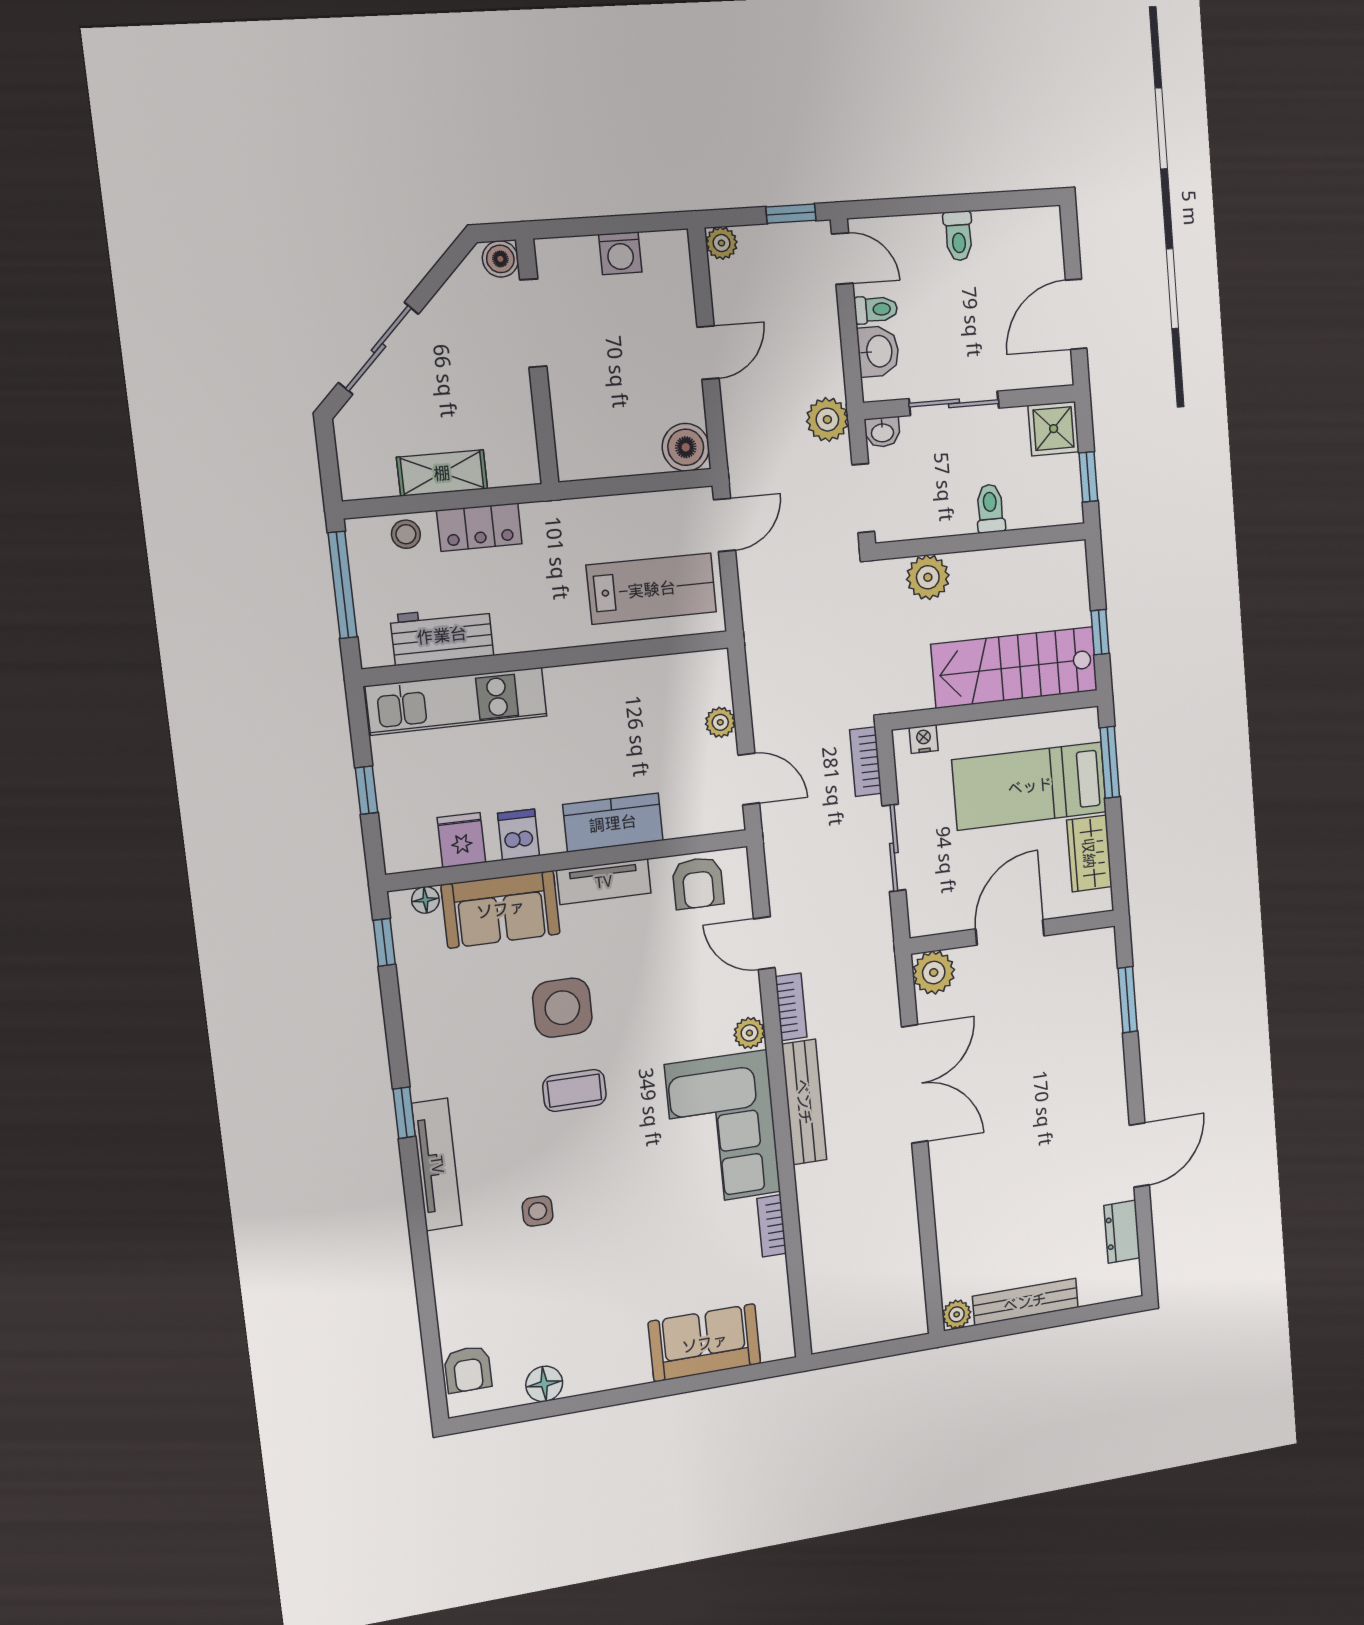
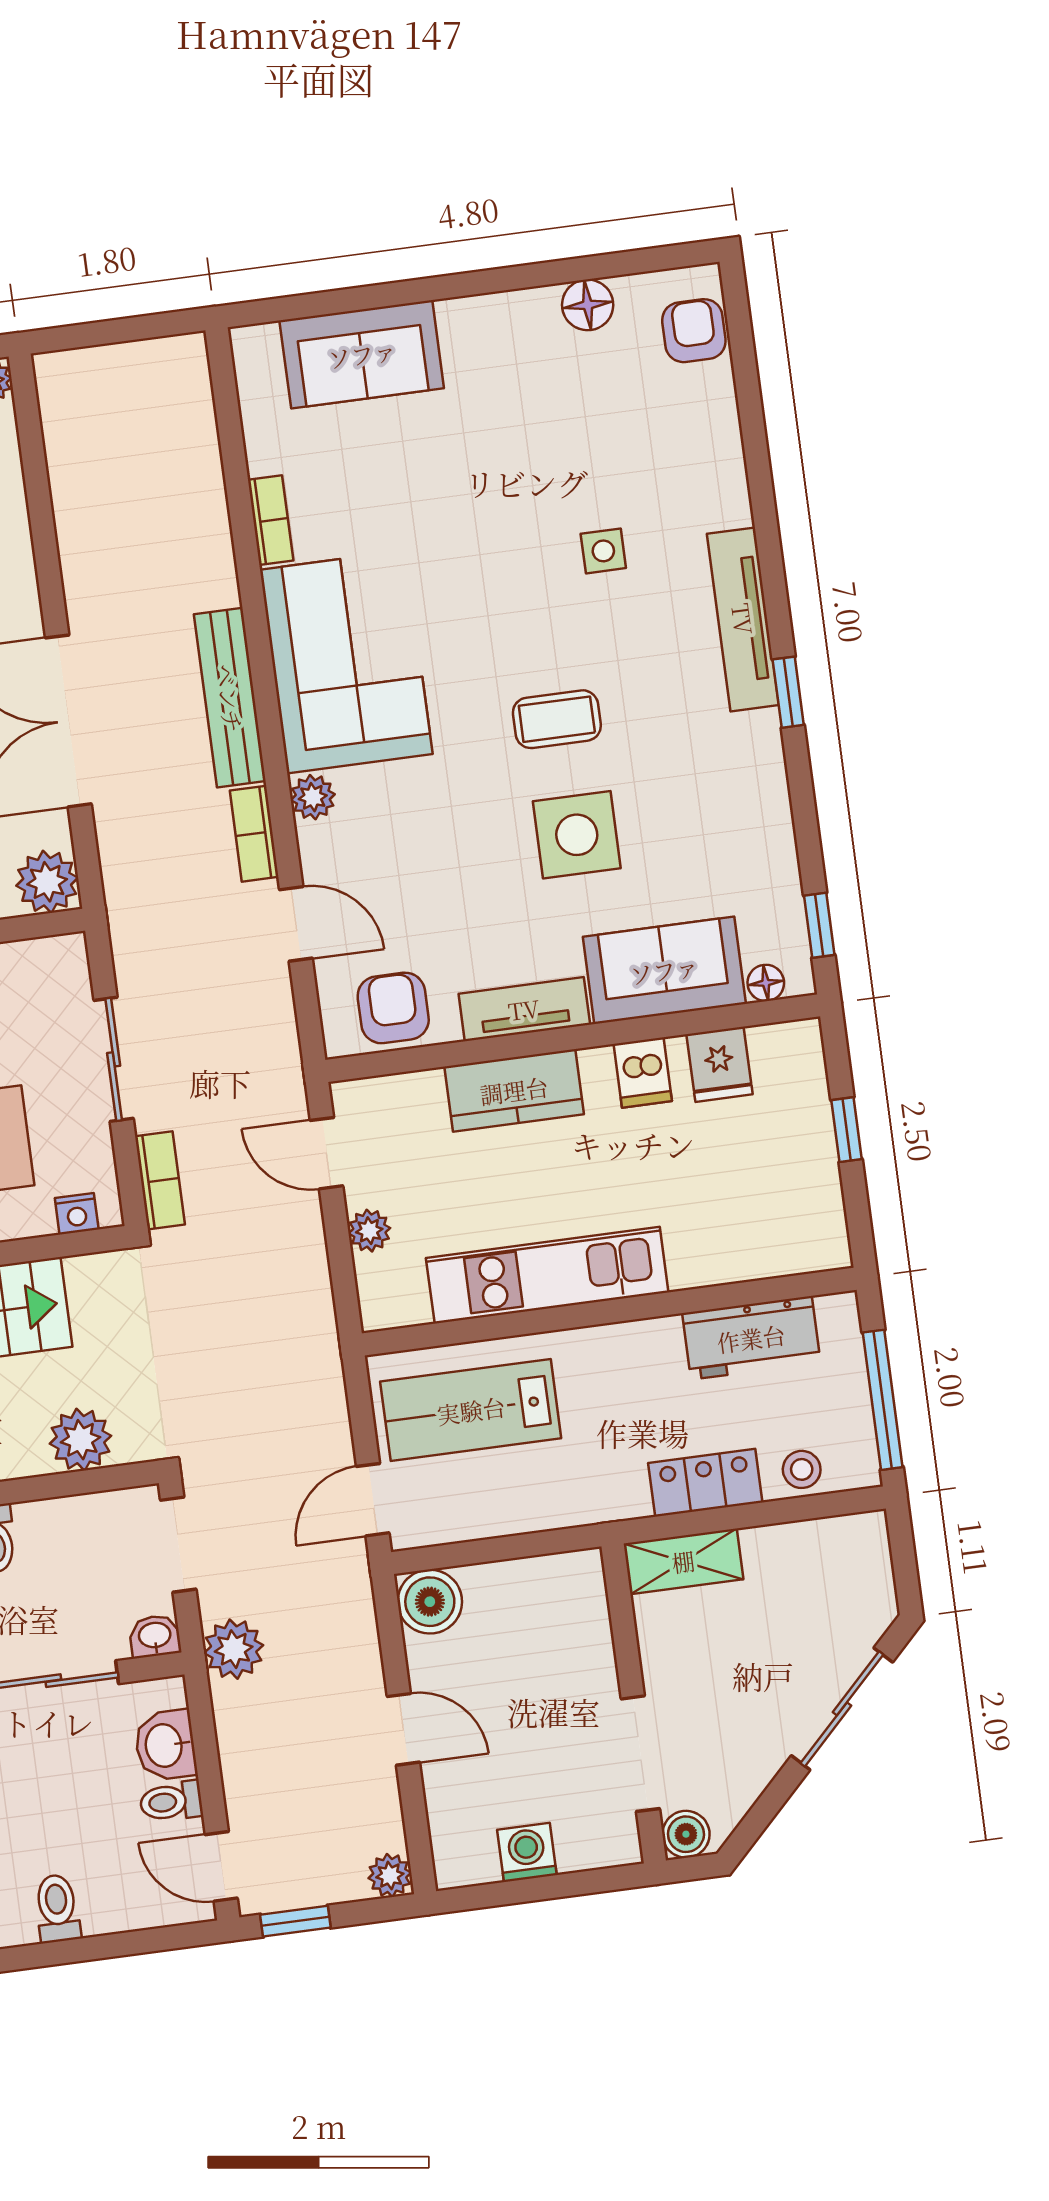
door: (708, 353) -> (403, 1729), swing flipped
shelving: (442, 473) -> (683, 1561), moved
kitchen unit: (457, 701) -> (547, 1275), moved

